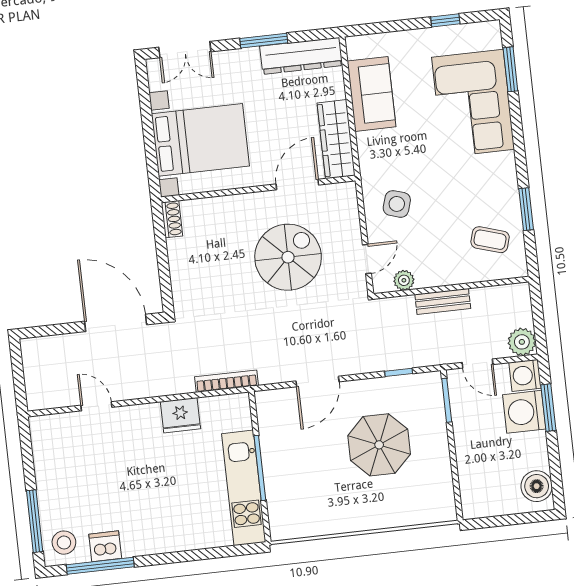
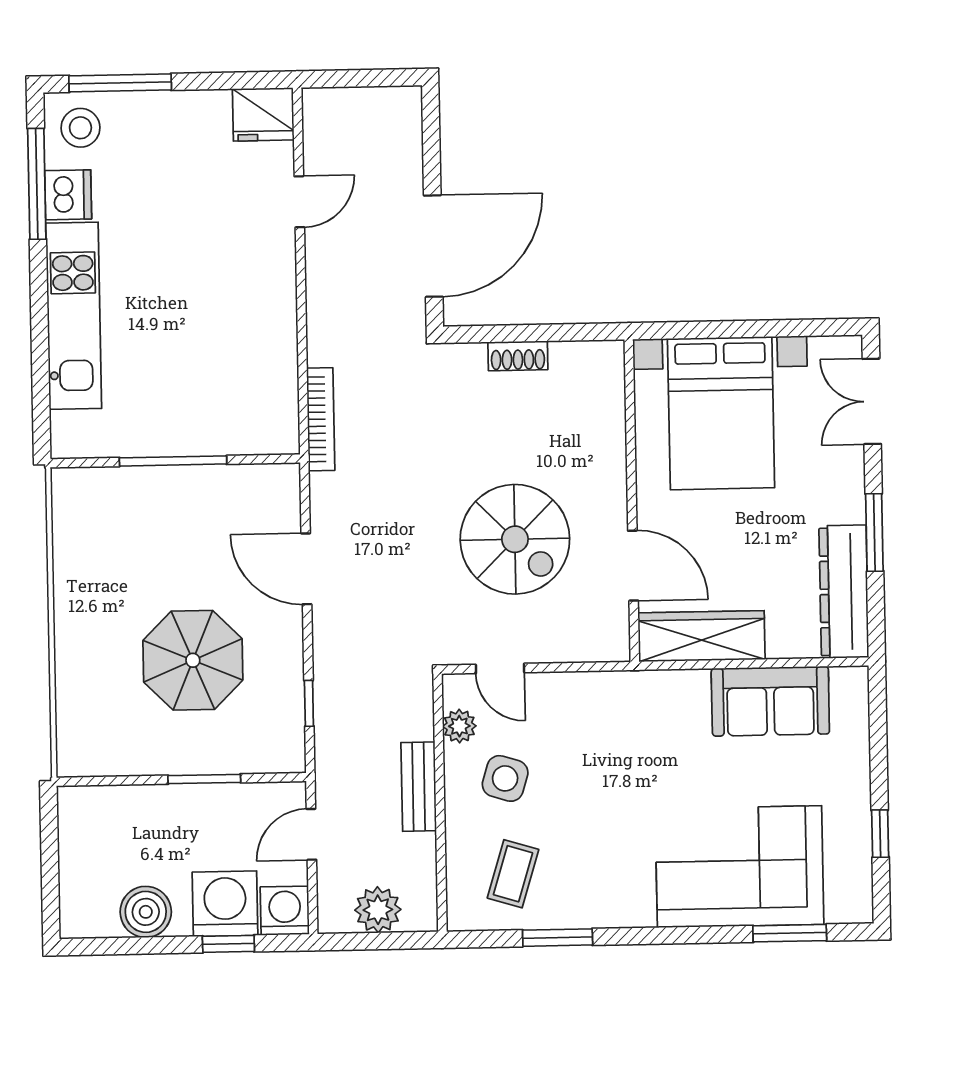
side table: (397, 204) -> (505, 778), moved
shoe rack: (172, 219) -> (518, 356), moved
plant: (522, 342) -> (378, 910), moved
window: (447, 400) -> (204, 779), moved
window: (548, 408) -> (228, 944), width x0.67
fridge: (180, 415) -> (263, 114), moved, turned -90
boiler: (537, 486) -> (146, 912), moved
kitchen unit: (244, 488) -> (74, 316), moved, turned 90

